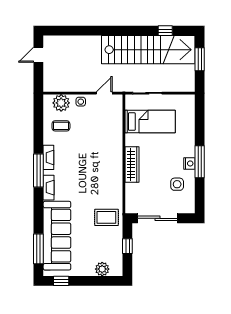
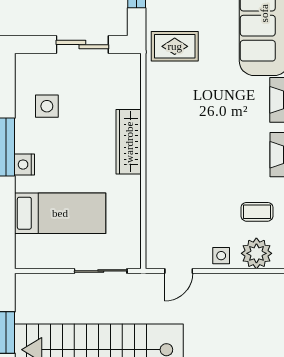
bed: (150, 122) -> (60, 213), moved, turned 180
nightstand: (189, 163) -> (25, 165), moved
sliding door: (157, 218) -> (82, 45), width x0.73

